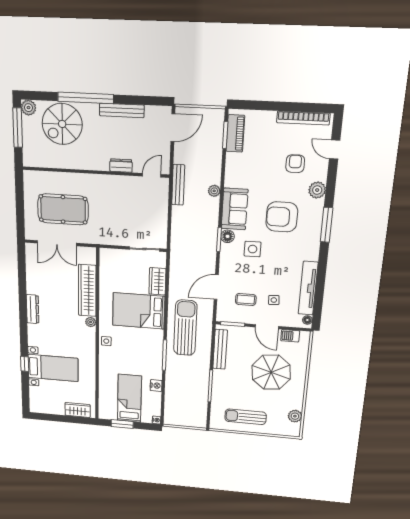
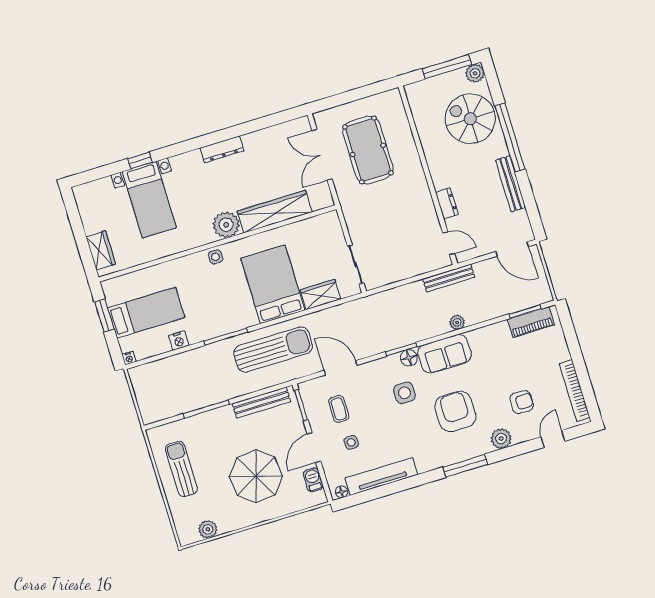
plant: (91, 322) -> (226, 225), width x1.88, depth x1.88

